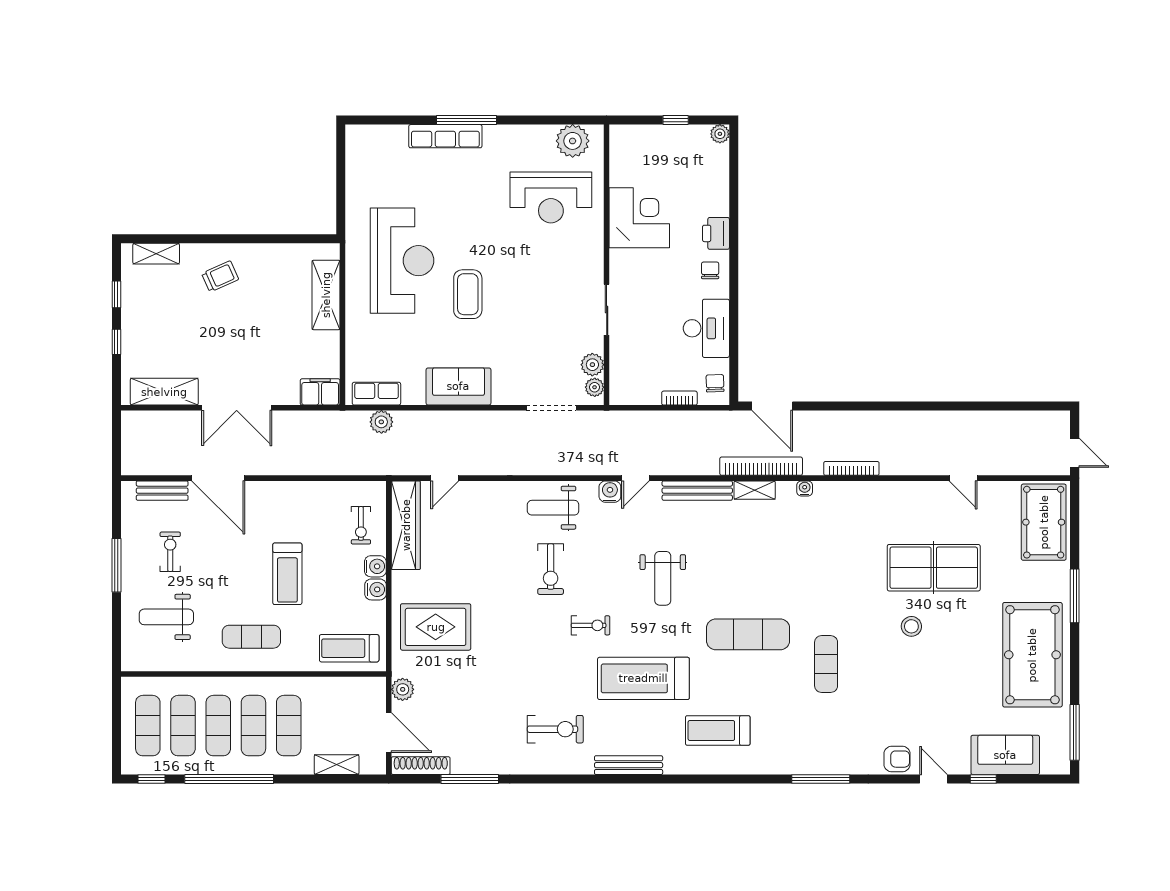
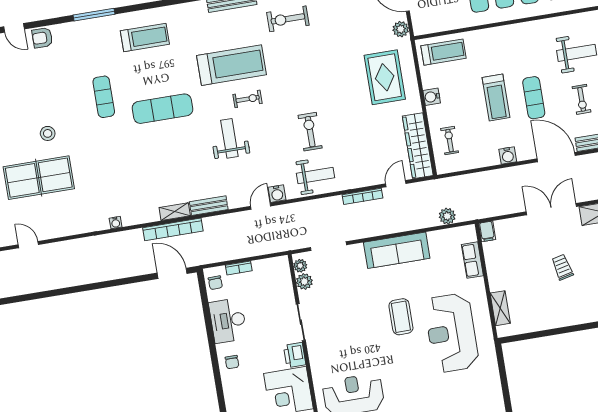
printer: (716, 233) -> (295, 355), moved, turned 180
trolley: (220, 276) -> (562, 267), moved, turned 101
shelving: (326, 295) -> (500, 308), width x0.67, depth x0.75
sofa: (458, 386) -> (397, 250), width x1.36
filing cabinet: (320, 392) -> (487, 231), width x0.50
row of seats: (376, 394) -> (472, 260), moved, turned 90
bookcase: (851, 468) -> (363, 196), moved
water cooler: (805, 488) -> (116, 223), moved
bench: (697, 491) -> (209, 206), width x0.73
water cooler: (375, 566) -> (508, 155), moved, turned -90
treadmill: (287, 574) -> (496, 98), turned 180
exercise bike: (590, 625) -> (248, 99), moved, turned 180
rug: (436, 627) -> (385, 77), turned 90
exercise mat: (251, 637) -> (534, 98), moved, turned 90
treadmill: (718, 730) -> (145, 37), moved

